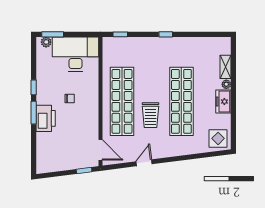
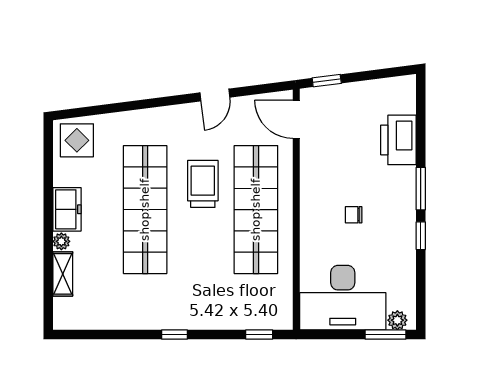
printer: (46, 118) -> (398, 140), moved

